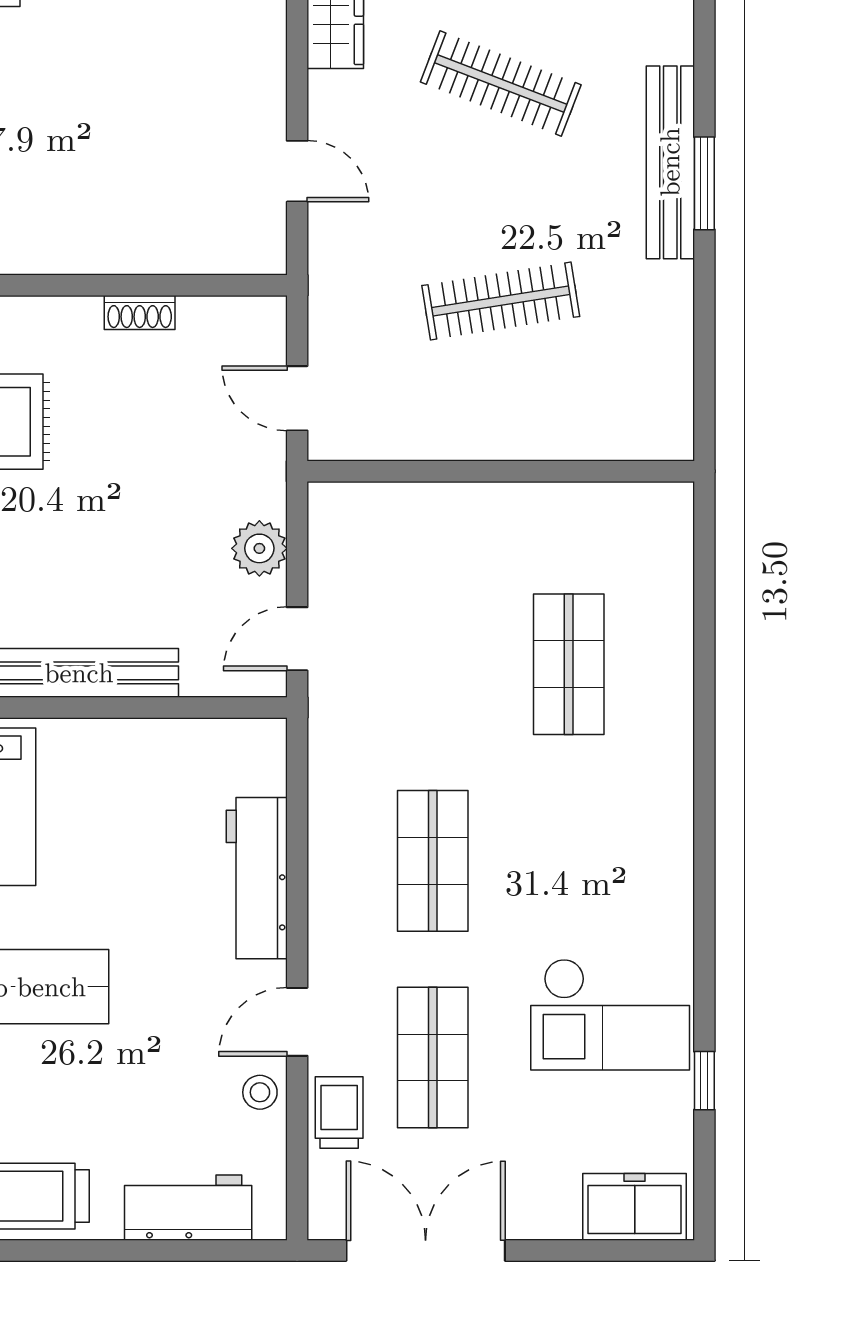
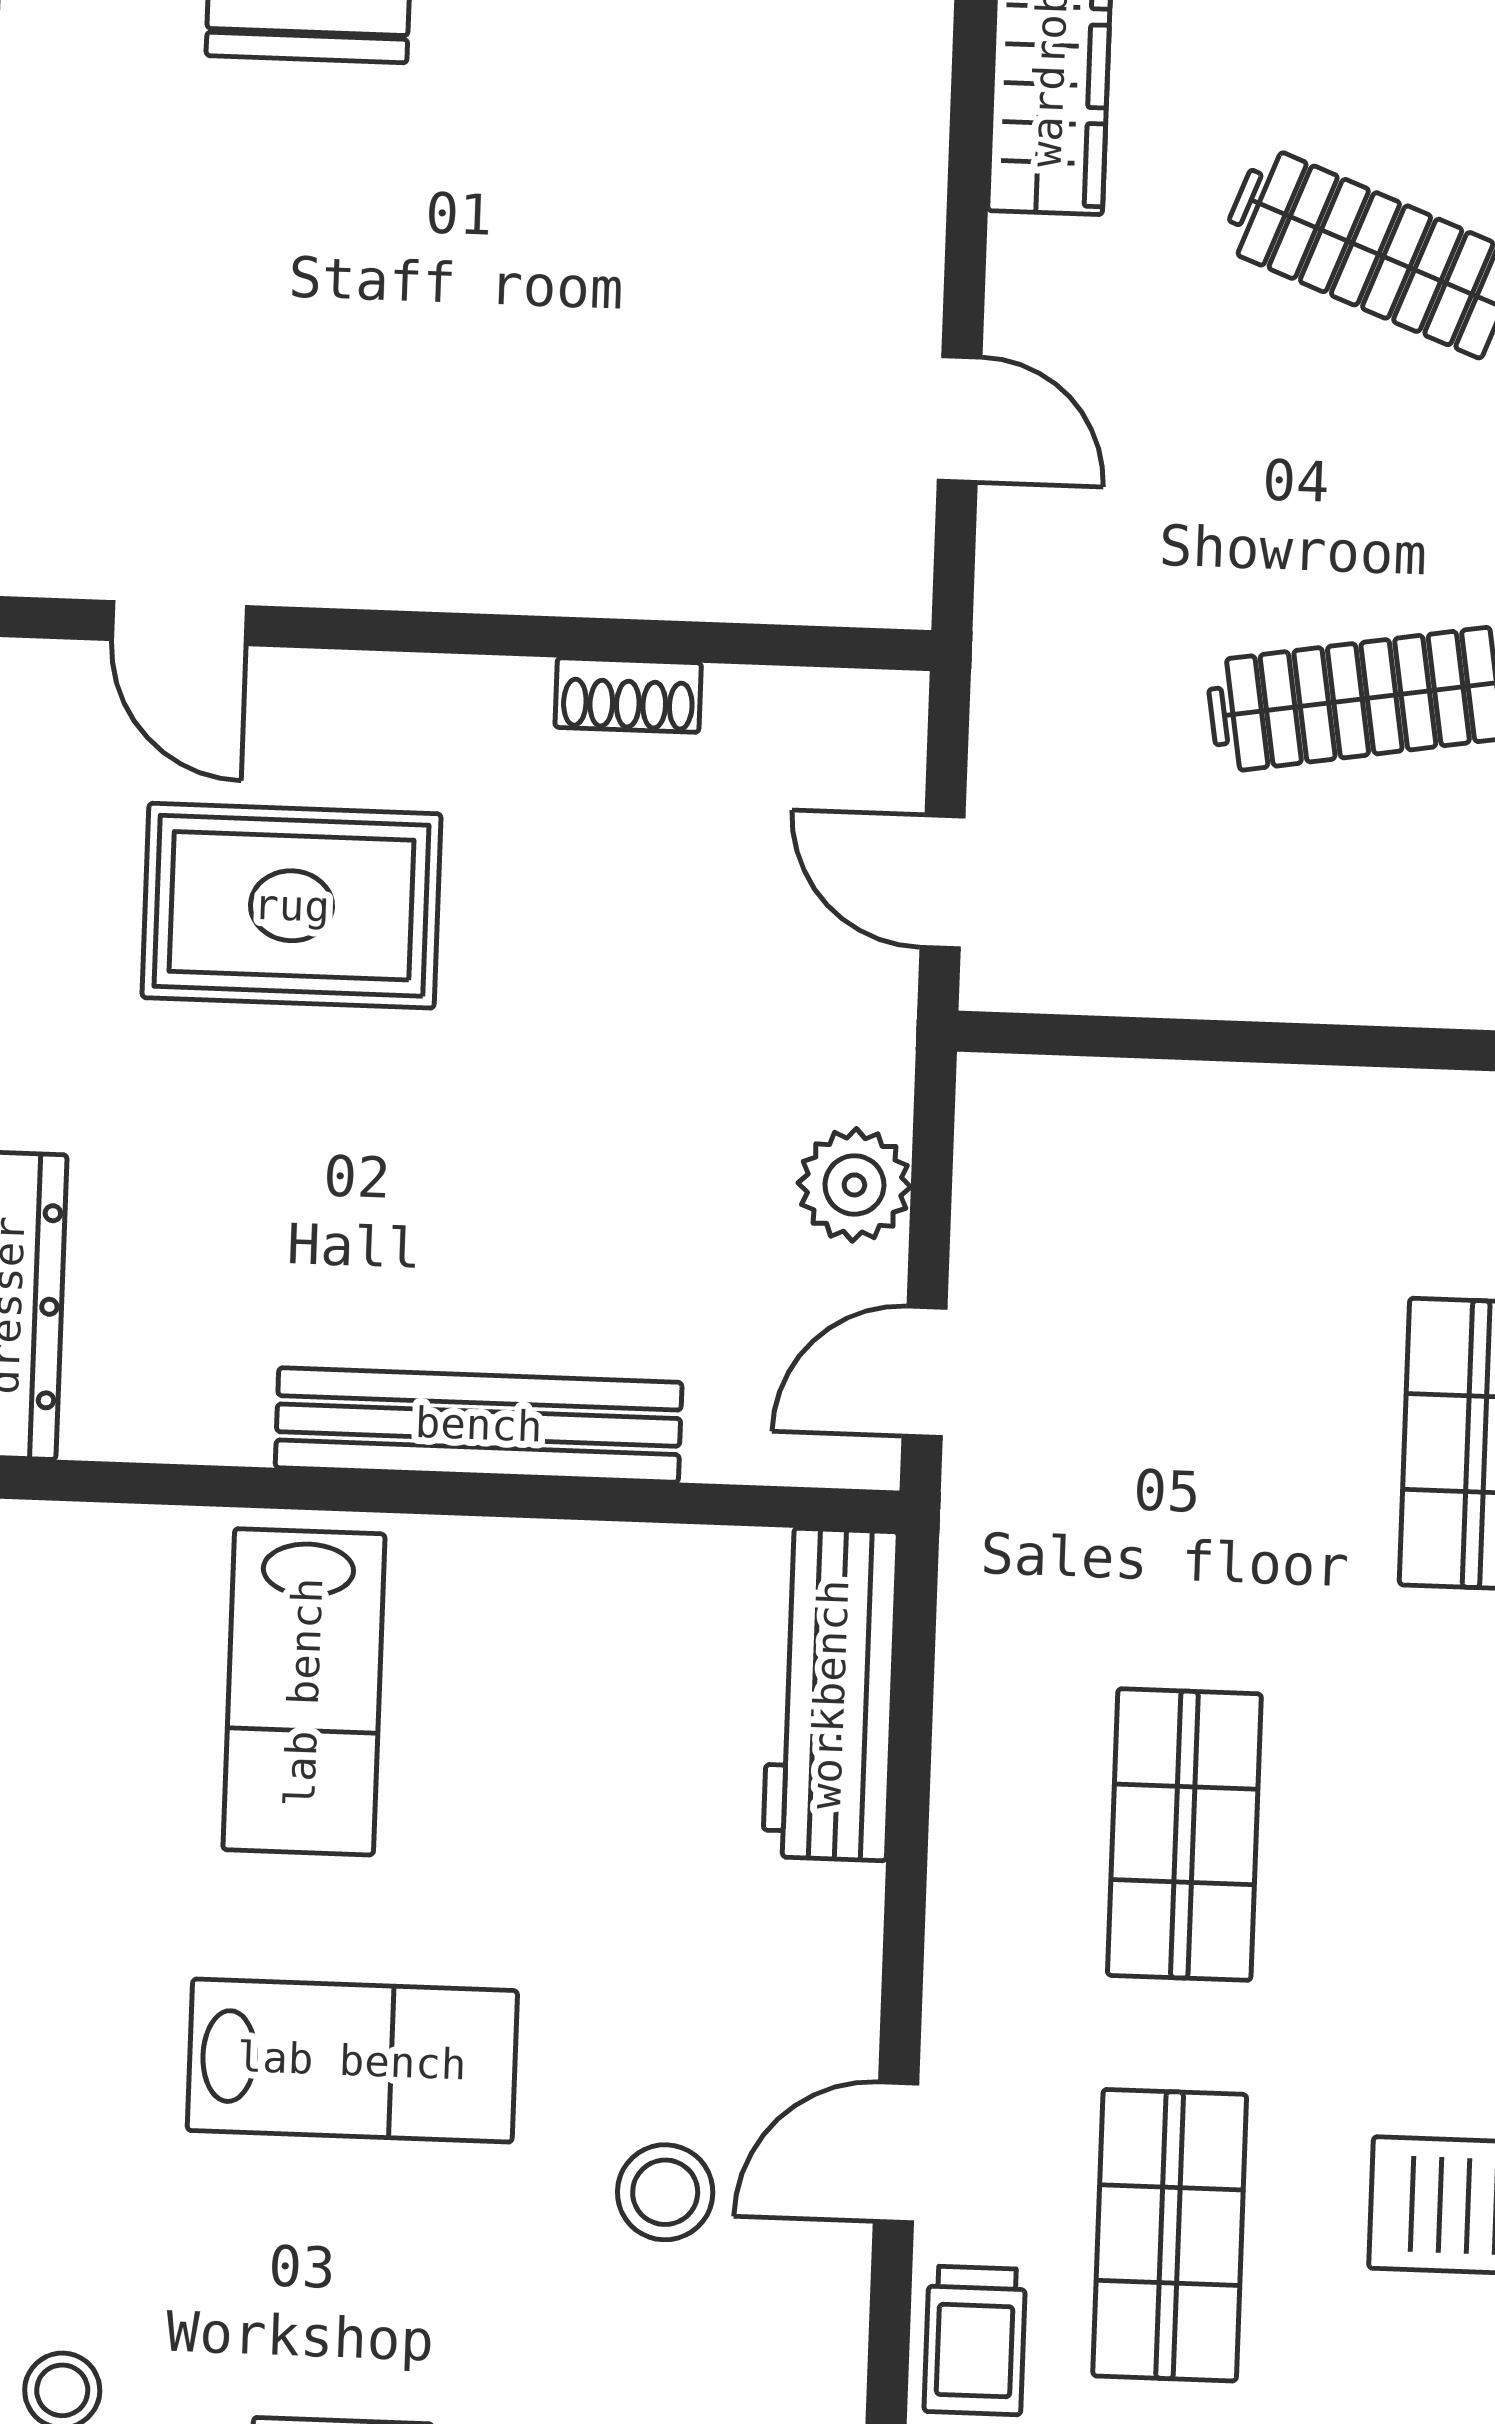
workbench: (257, 878) -> (830, 1694), moved
stool: (260, 1092) -> (665, 2192), moved, width x1.37, depth x1.37
trolley: (339, 1113) -> (975, 2340), turned 180

